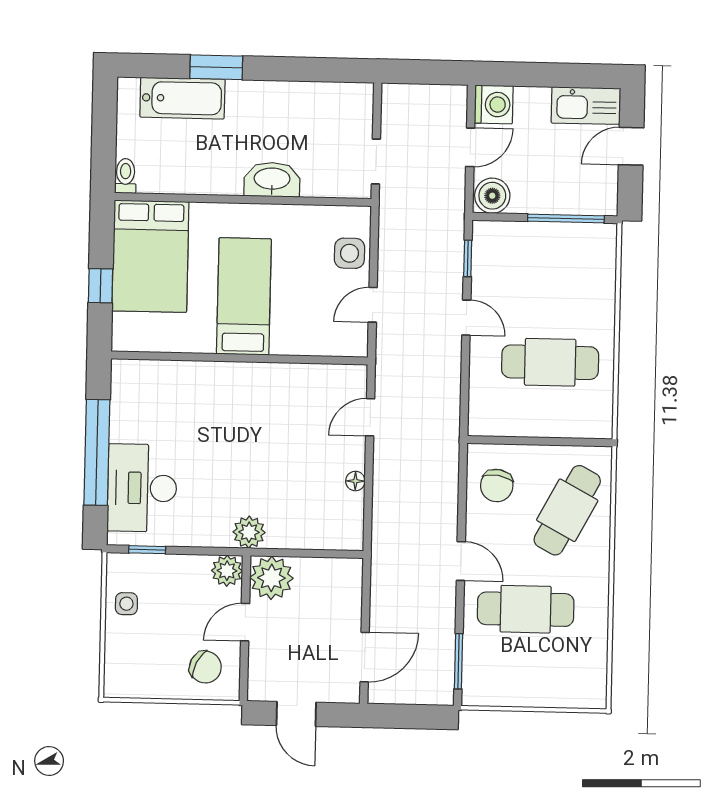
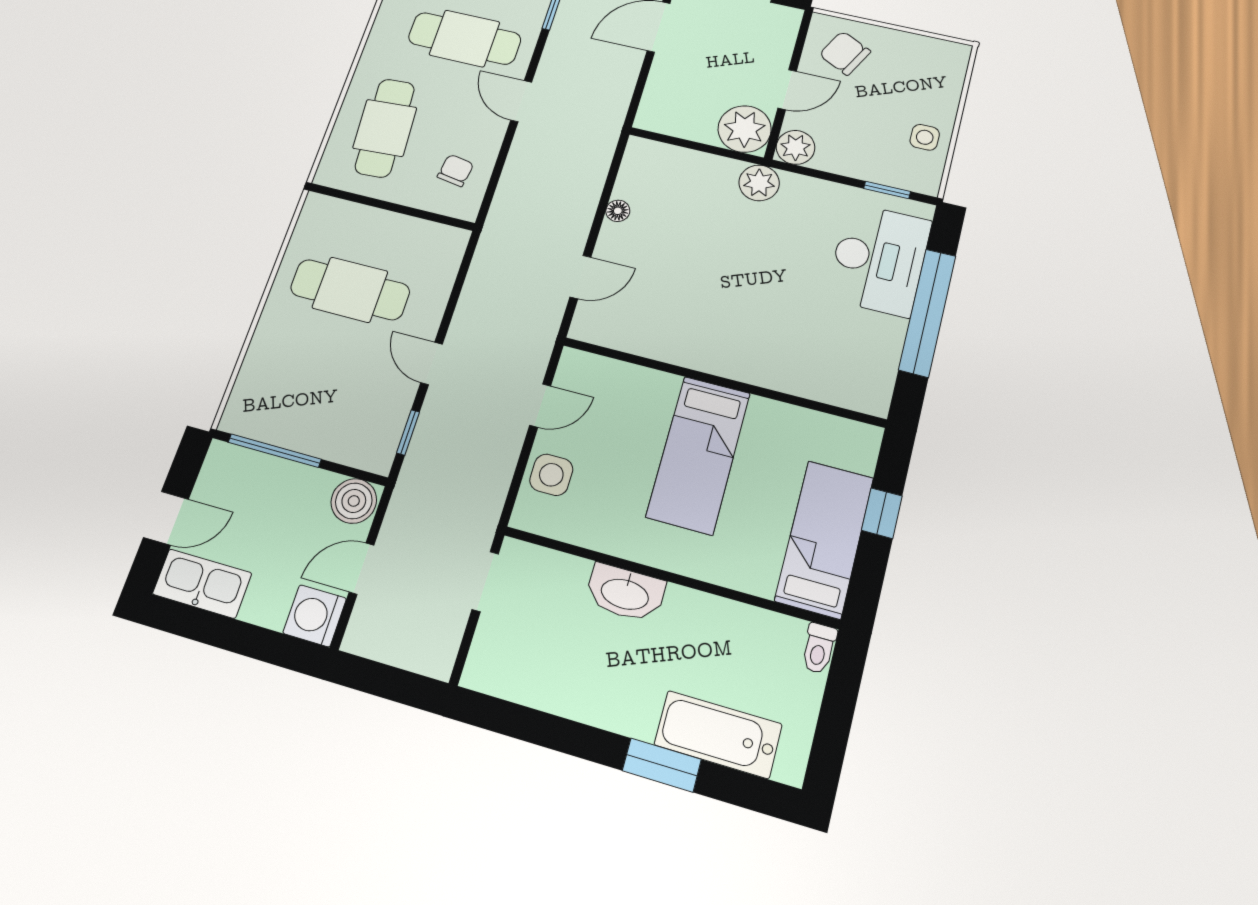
bed: (150, 256) -> (824, 539), width x0.67
chair: (497, 486) -> (455, 170), width x0.73, depth x0.73
cafe table: (567, 510) -> (385, 128), turned -32

